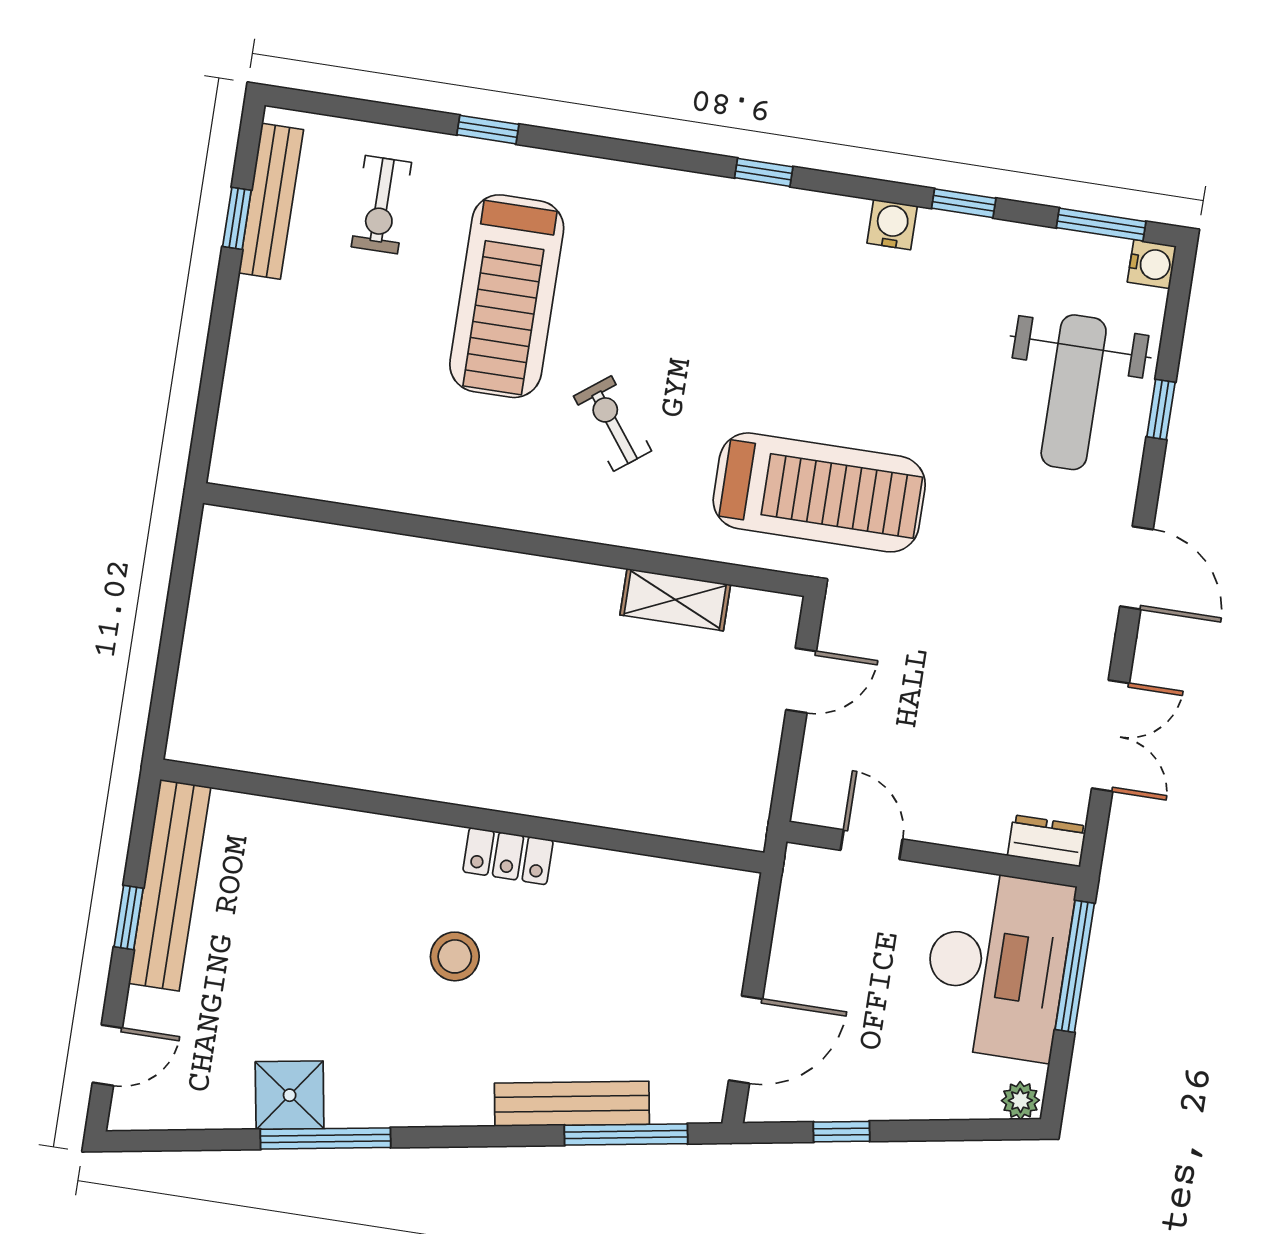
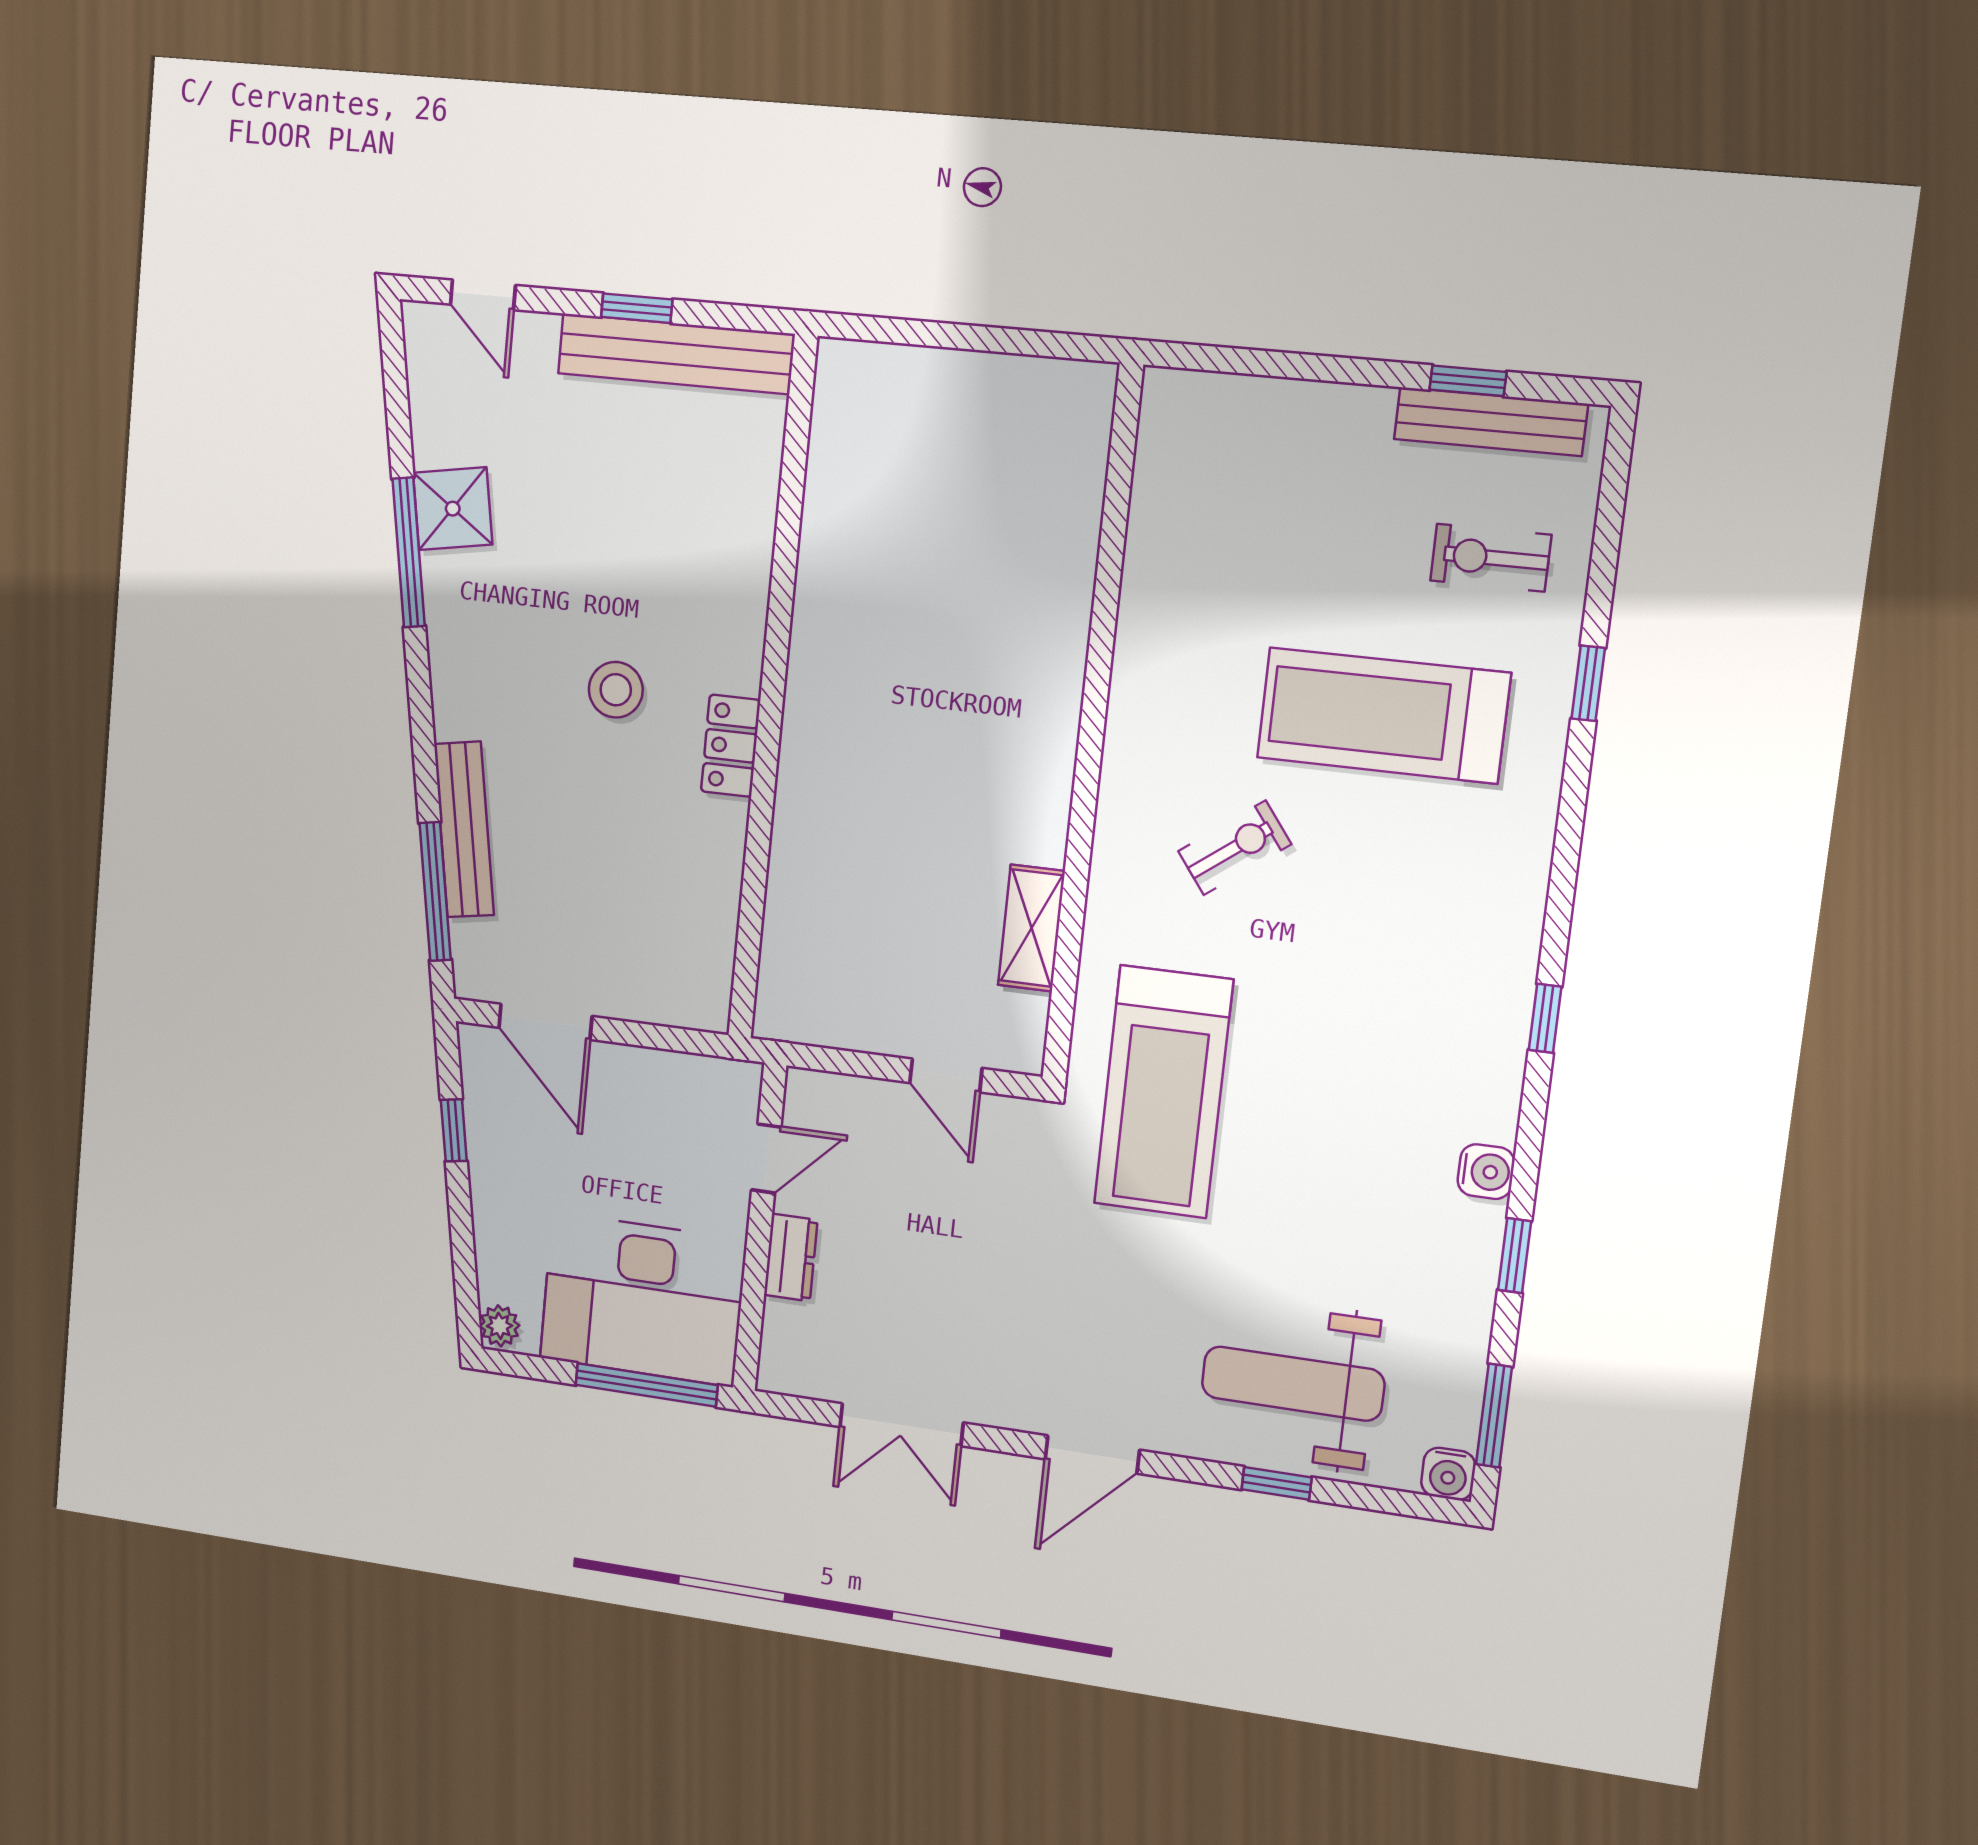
dresser: (1047, 841) -> (791, 1257), moved

